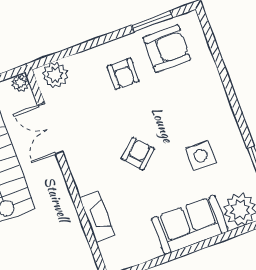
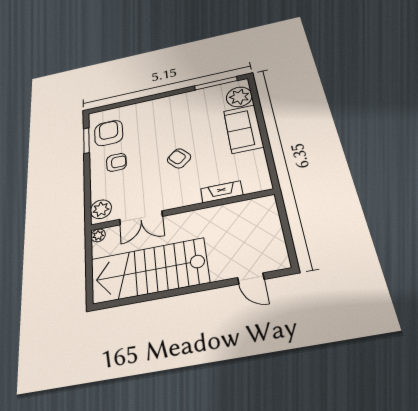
side table: (201, 156) -> (192, 118), removed

